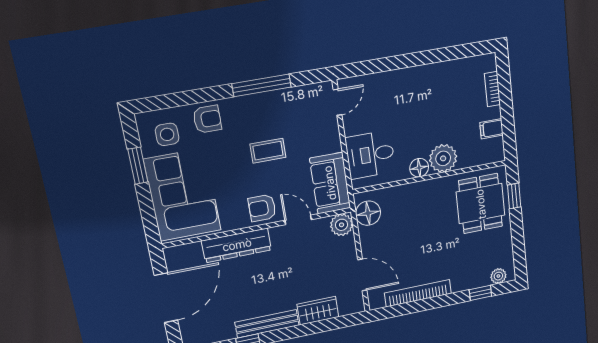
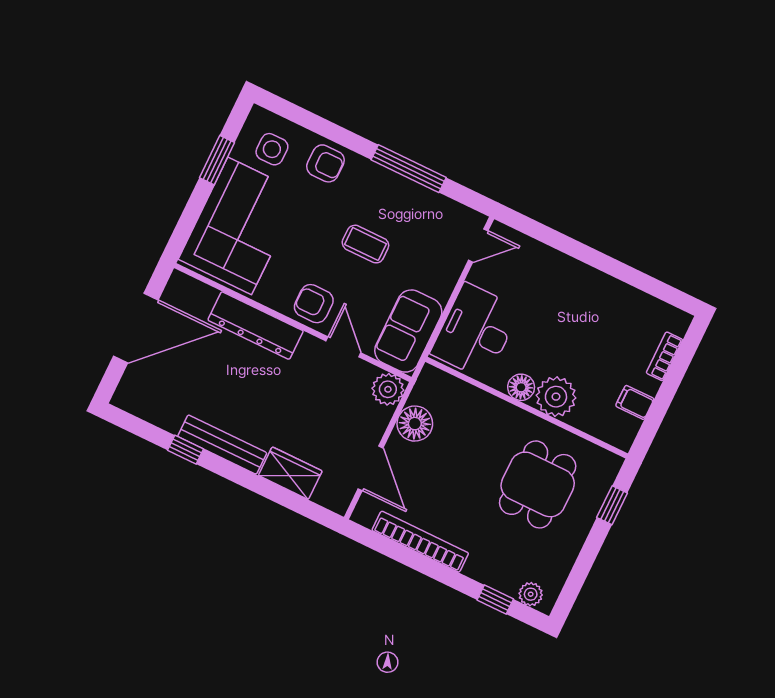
desk: (370, 155) -> (475, 331), width x1.37
dining table: (481, 204) -> (538, 484), moved
floor lamp: (368, 213) -> (415, 424), moved

